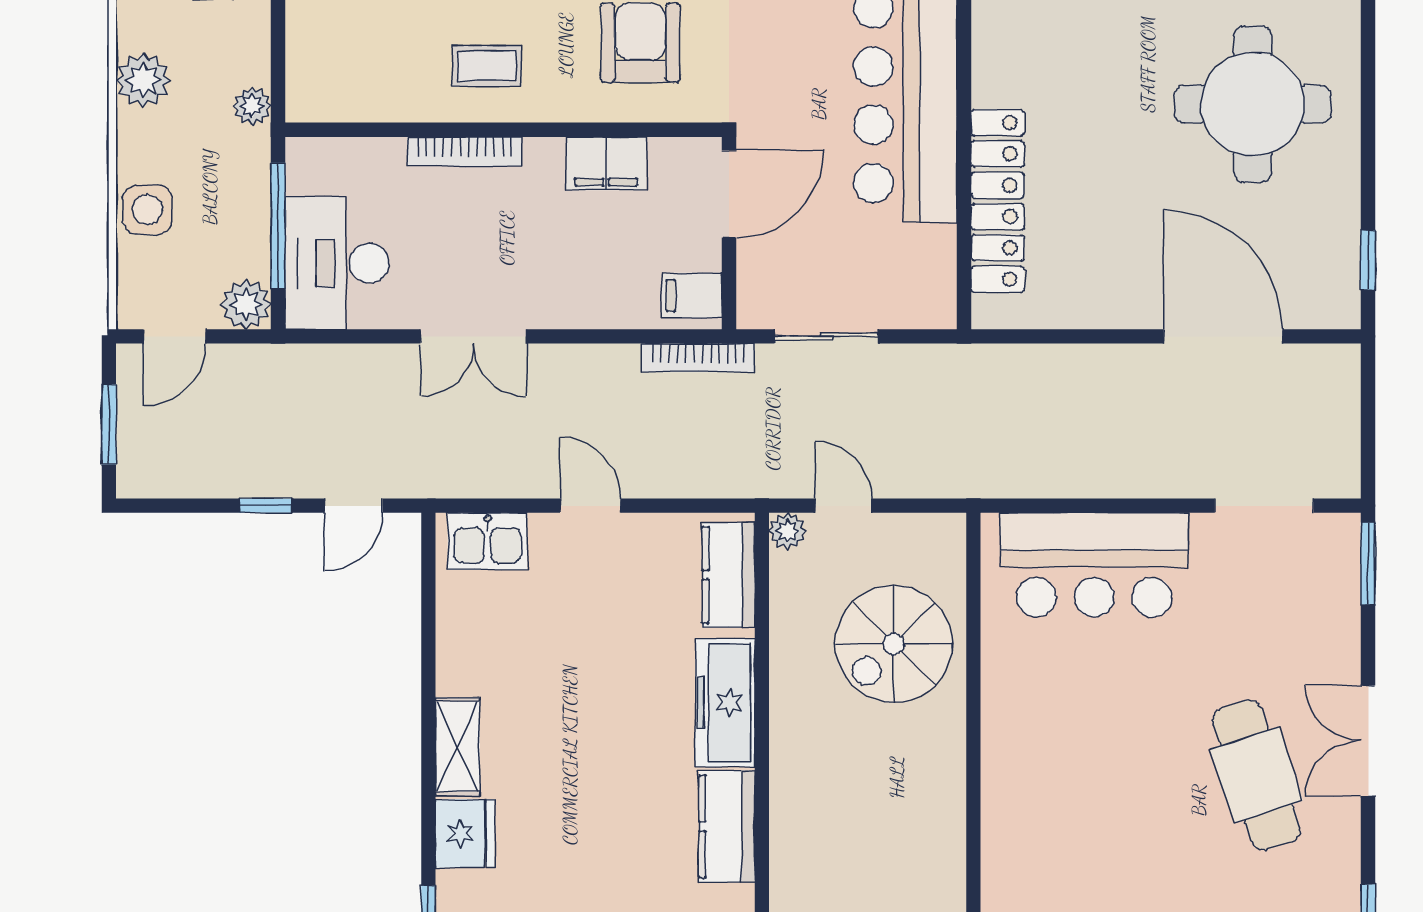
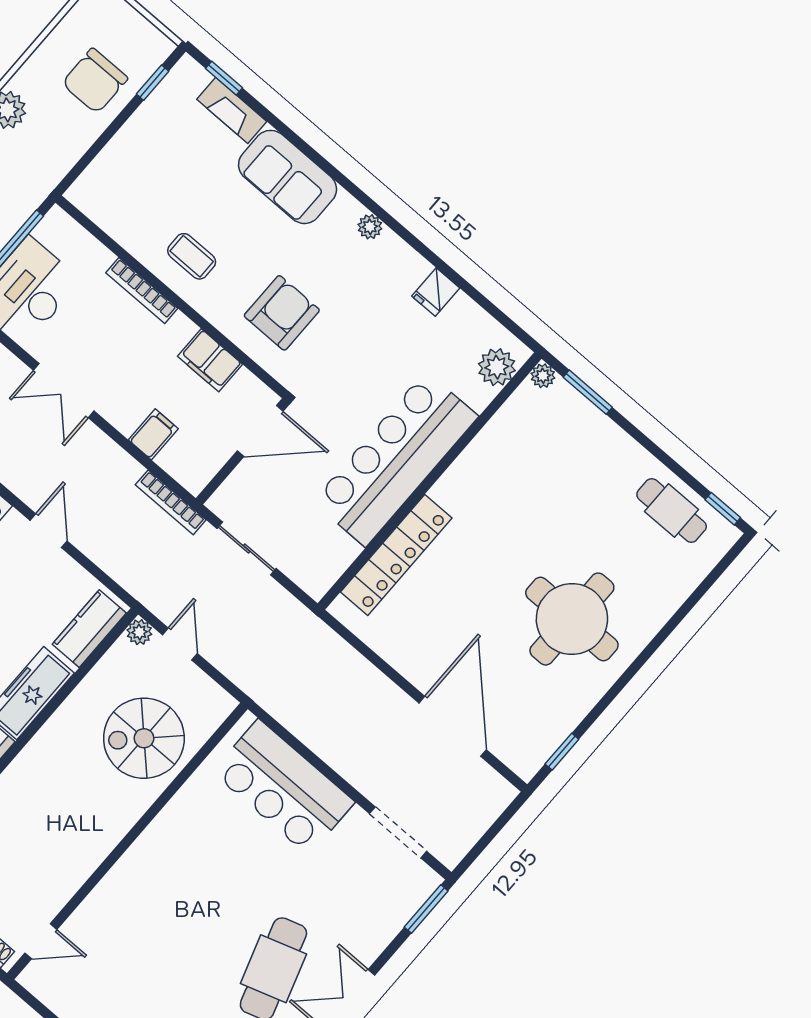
plant: (252, 106) -> (52, 172), removed
filing cabinet: (692, 295) -> (153, 434), moved, turned 90

